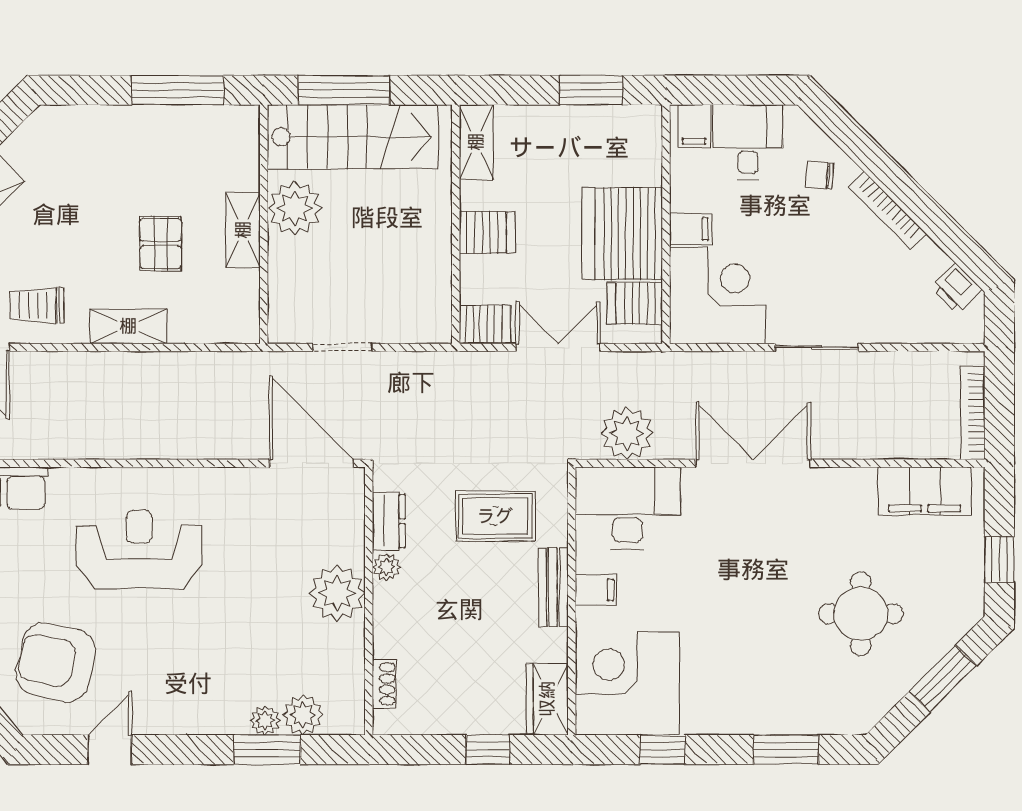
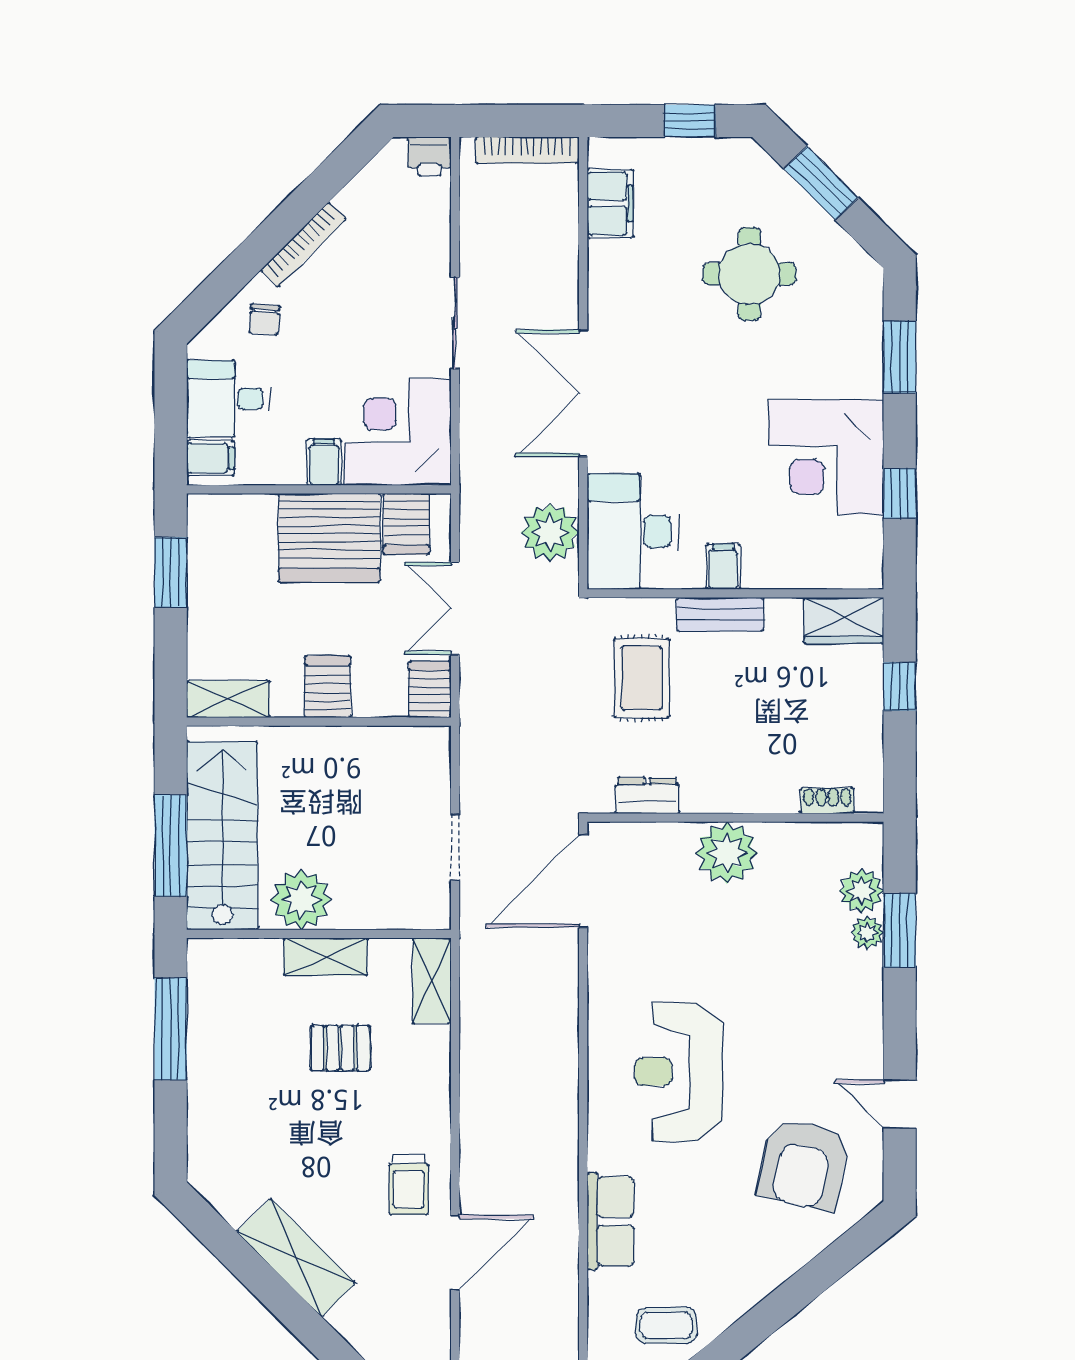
printer: (957, 289) -> (429, 156), moved, turned 45
shelving: (128, 326) -> (432, 981), moved
filing cabinet: (925, 491) -> (610, 203), width x0.67, depth x0.86
plant: (386, 567) -> (698, 798), removed
corner desk: (627, 683) -> (826, 457), moved

